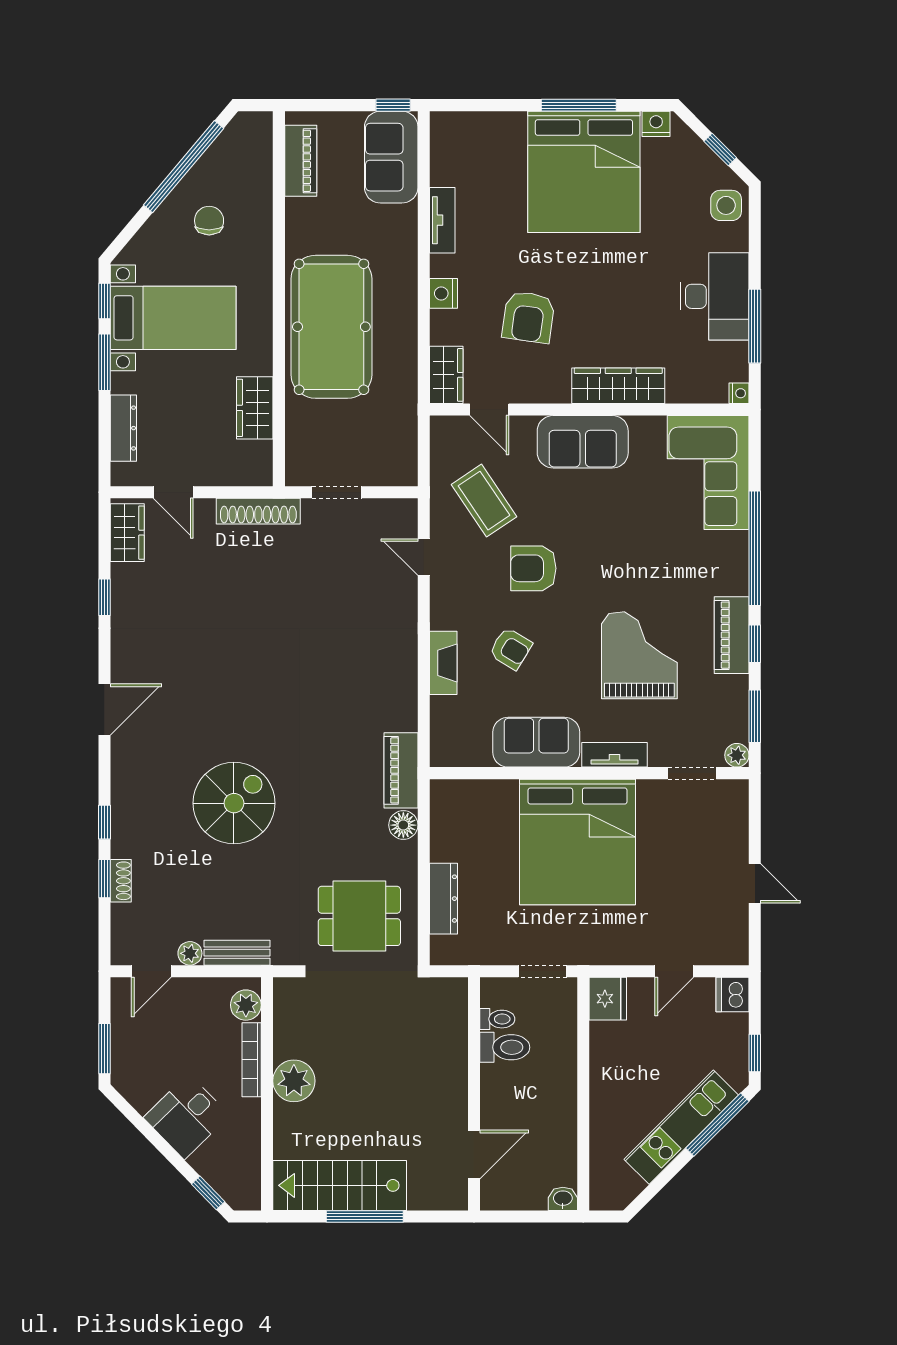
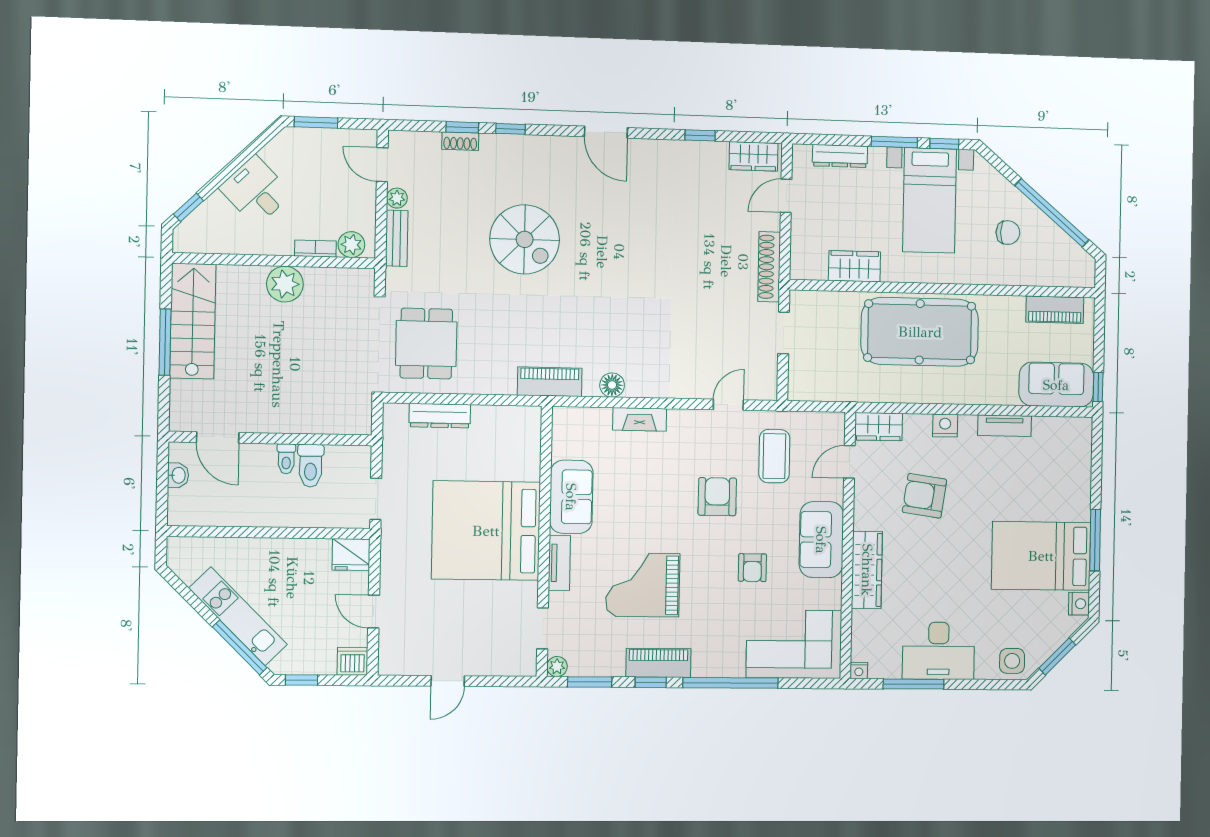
window: (720, 149) -> (1057, 656), width x1.50
bed: (584, 172) -> (1041, 556), width x0.73
coffee table: (484, 501) -> (774, 456), turned -56
armchair: (511, 649) -> (752, 568), moved, turned -31
grand piano: (639, 655) -> (643, 585), turned 180
floor lamp: (403, 825) -> (612, 385), moved
toilet: (497, 1019) -> (286, 459), moved
bookcase: (252, 1060) -> (315, 249), width x0.64
washbasin: (563, 1199) -> (178, 475), moved

